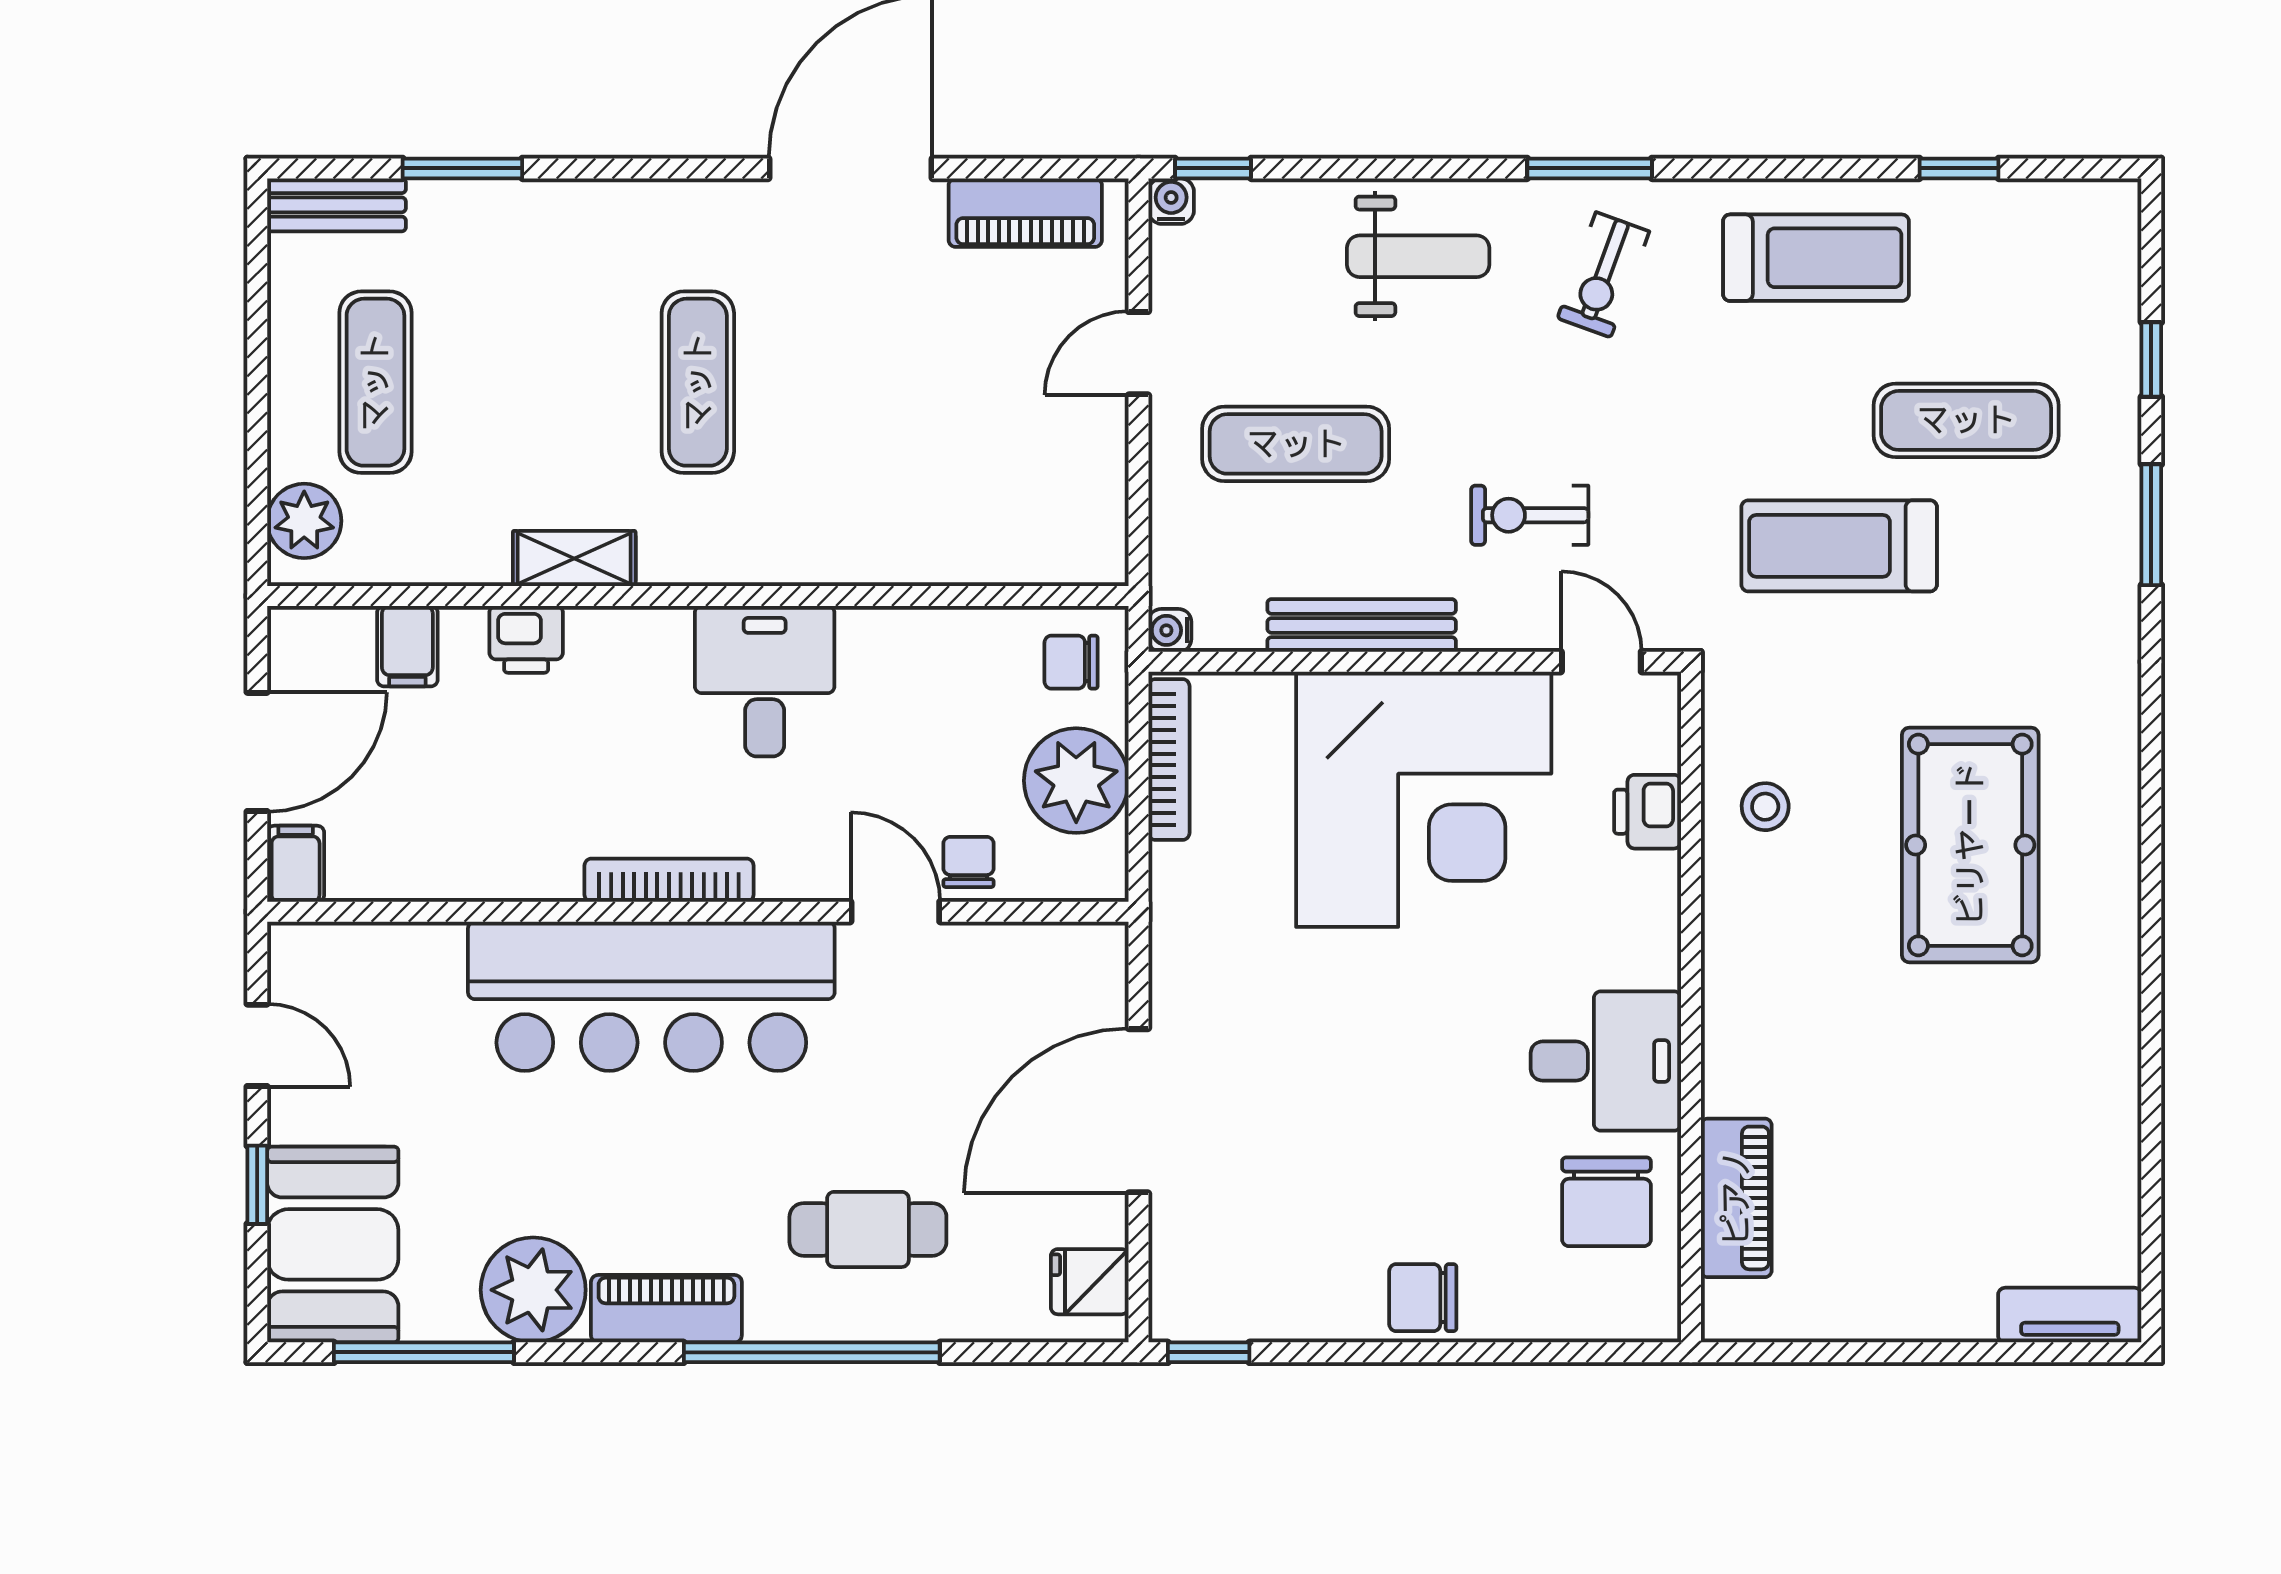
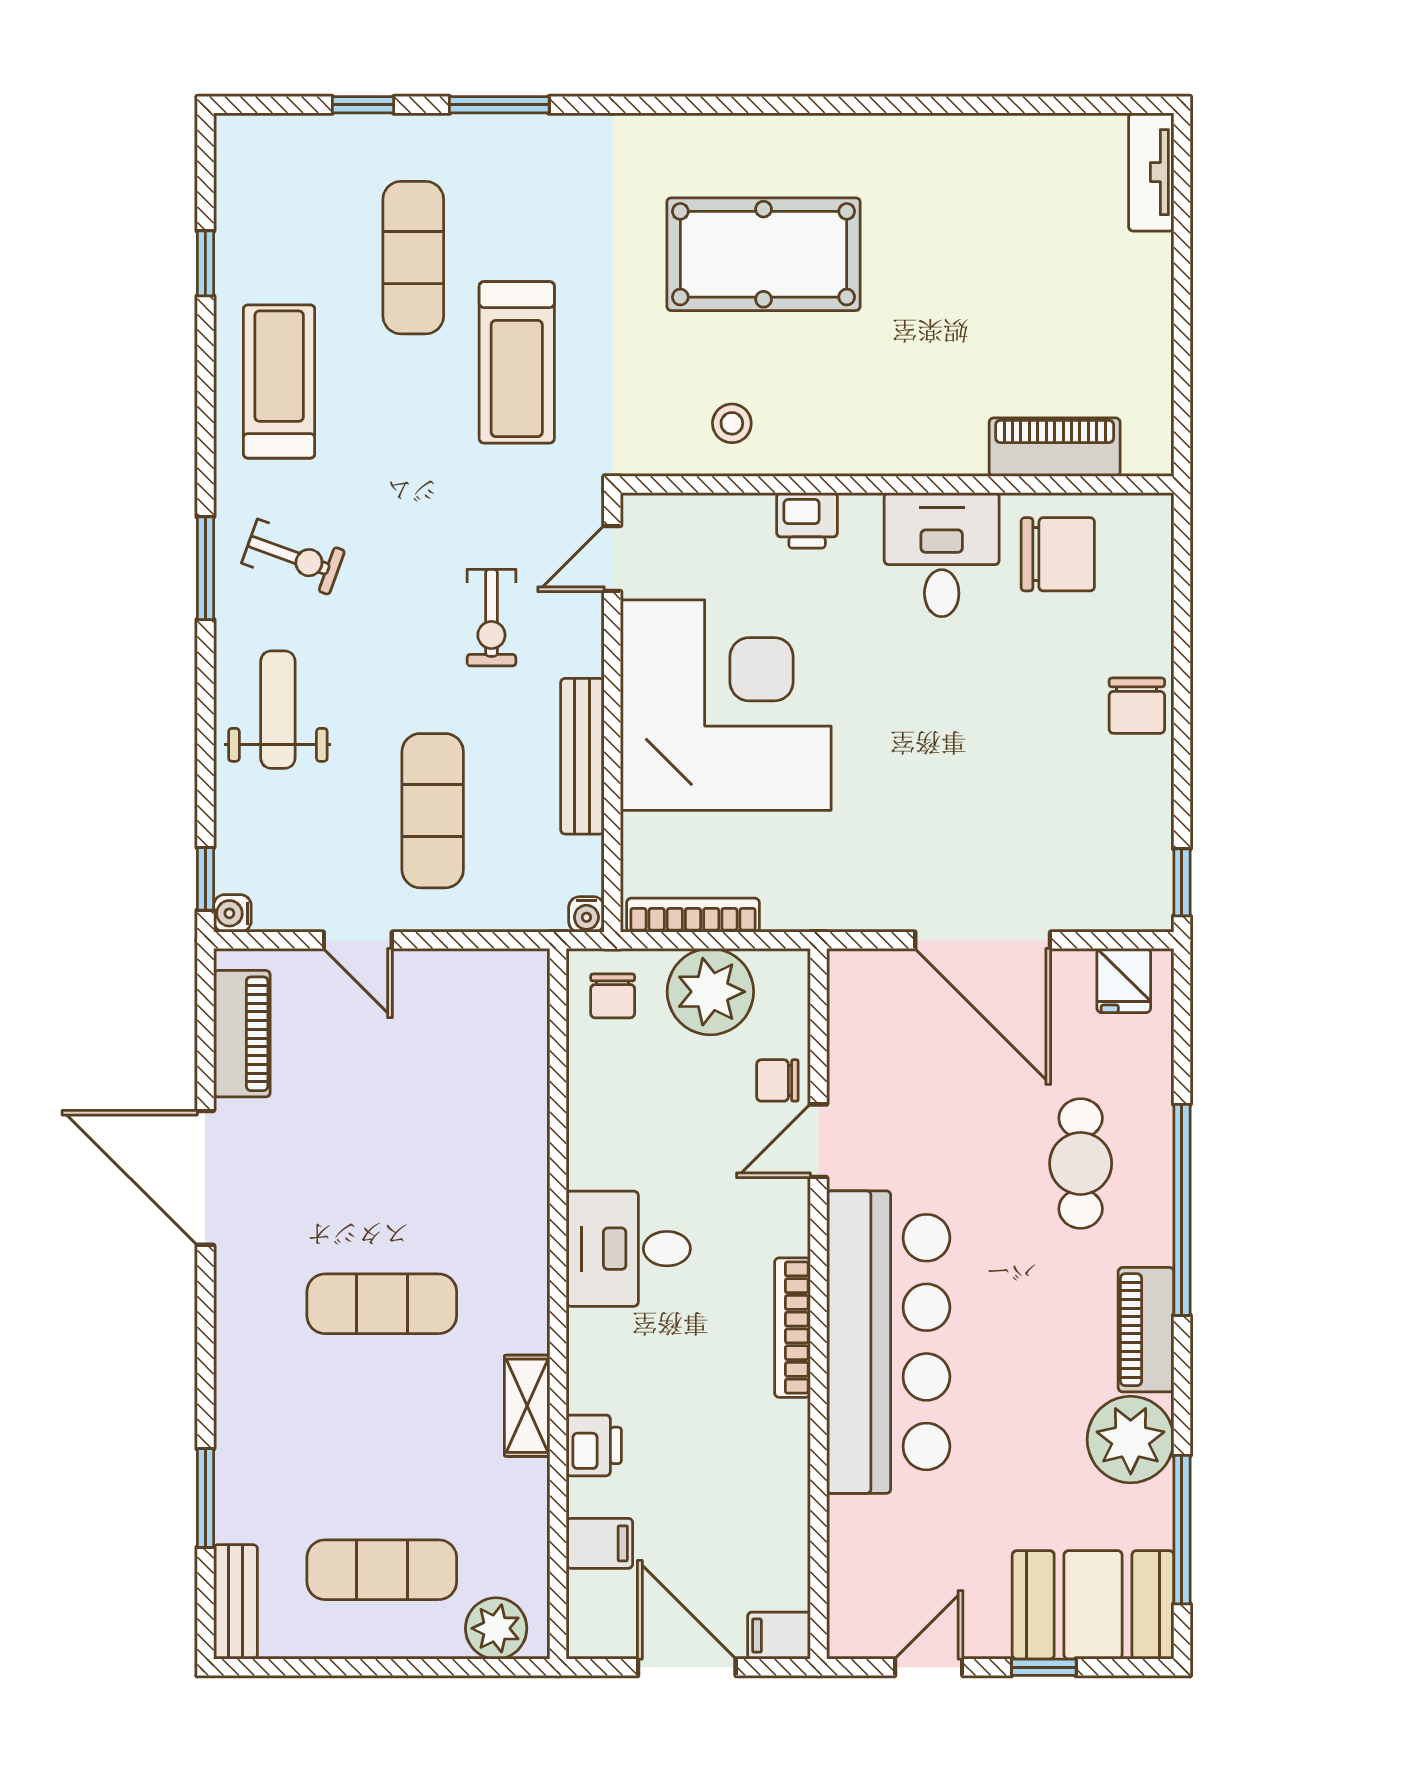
printer: (1648, 812) -> (807, 520), moved

